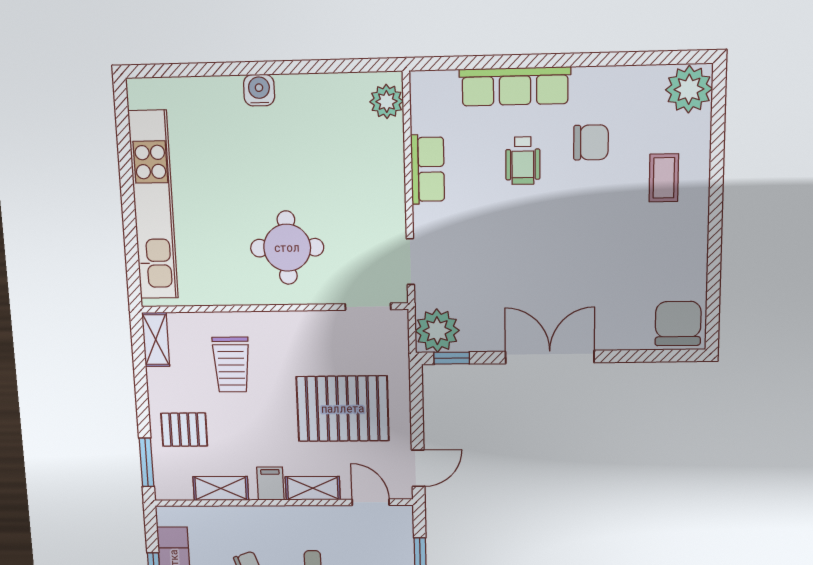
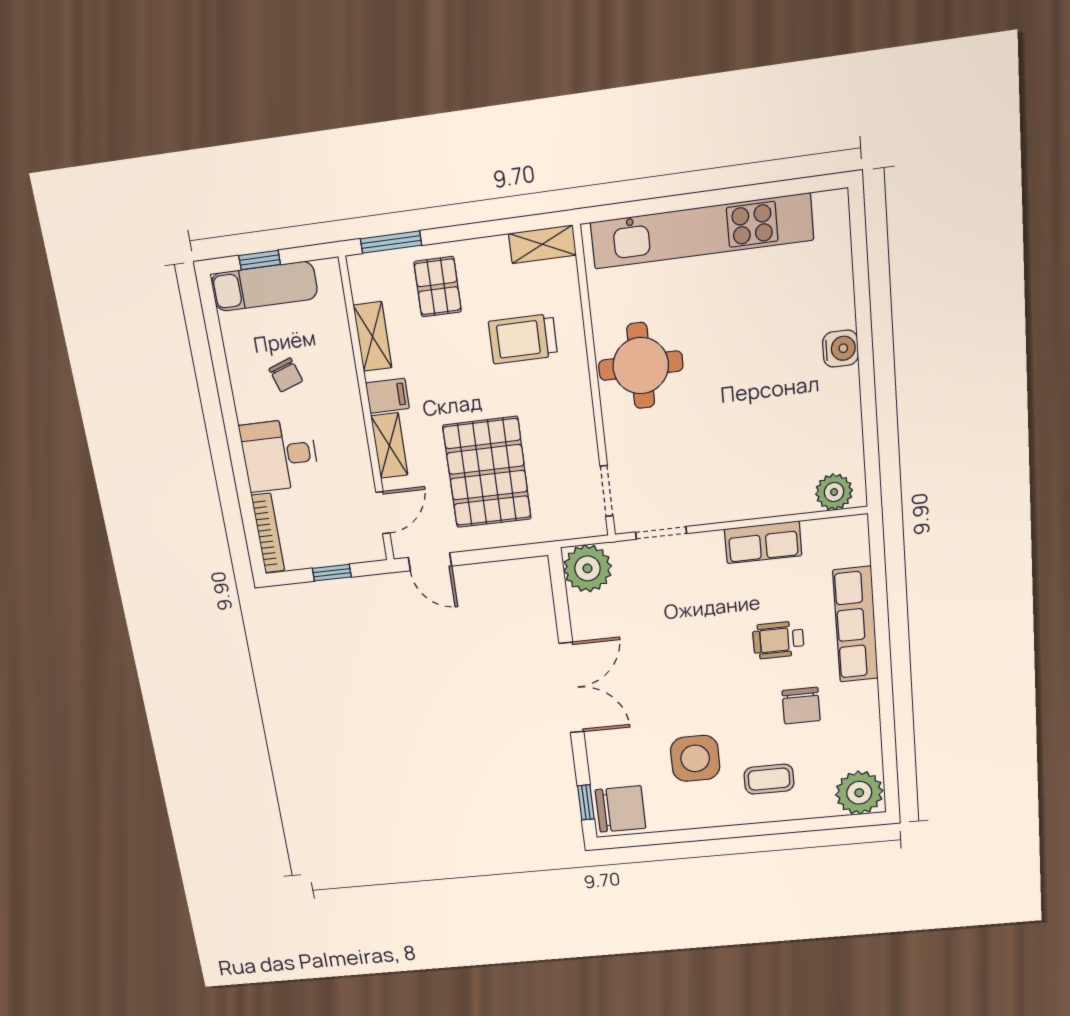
round table: (287, 248) -> (641, 366), moved
side table: (634, 248) -> (695, 758), added
window: (452, 358) -> (586, 802), moved

